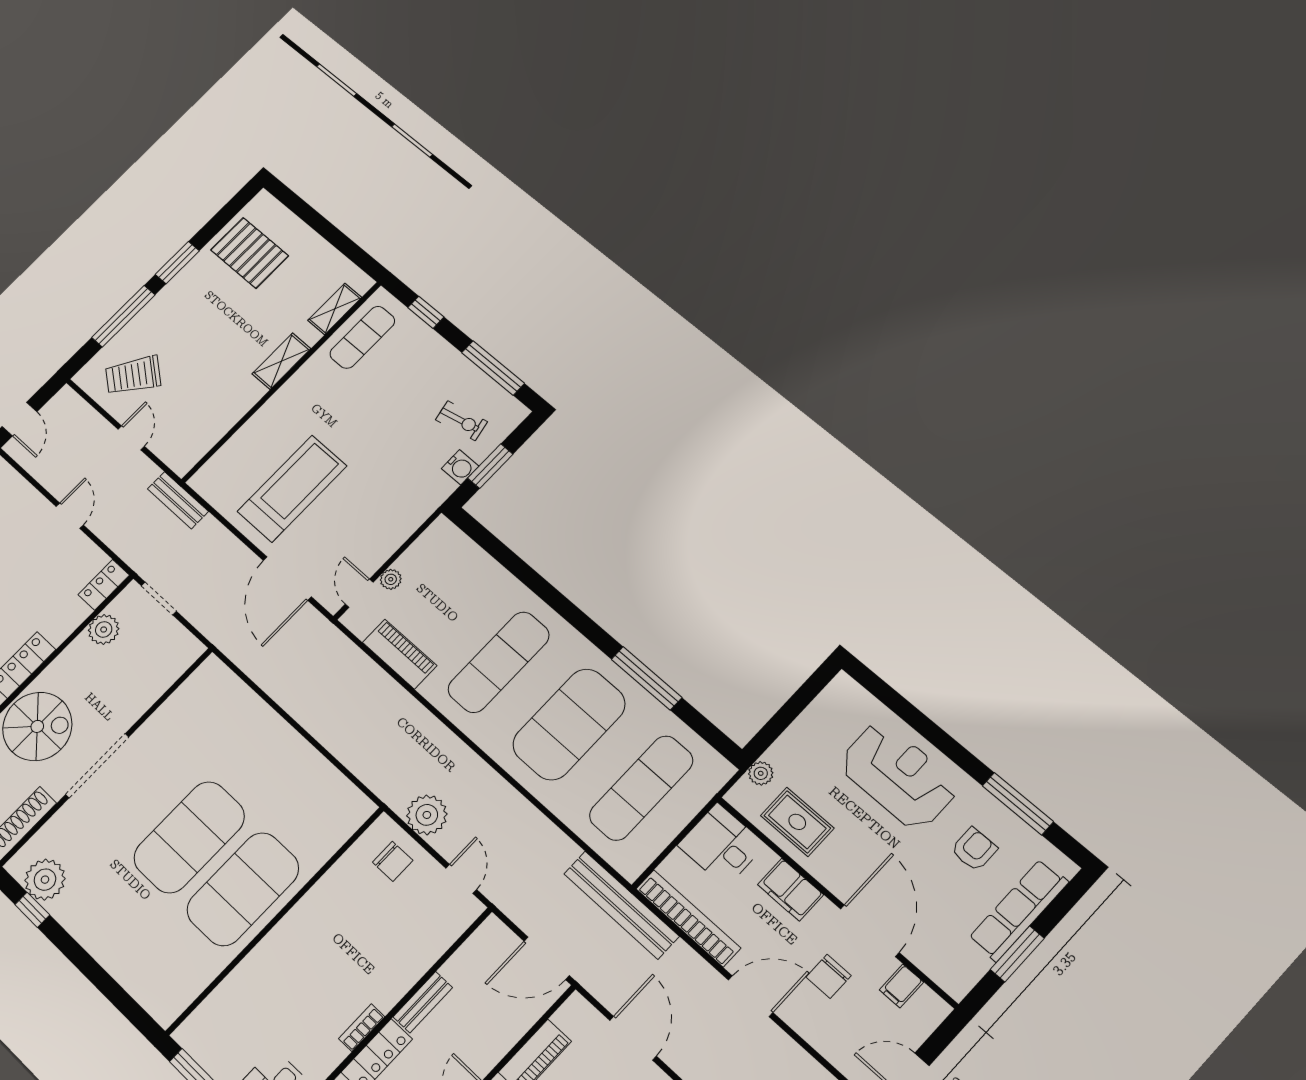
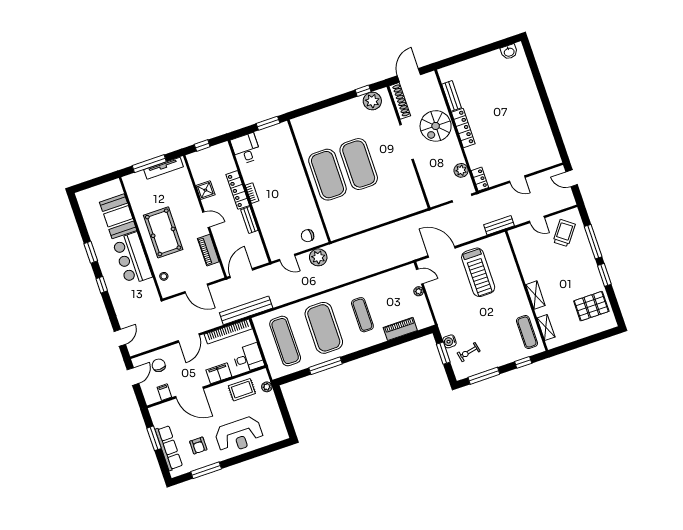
piano: (400, 654) -> (400, 329), moved, turned 180
exercise mat: (499, 662) -> (362, 315), width x0.73, depth x0.69
chair: (829, 976) -> (159, 365), moved

